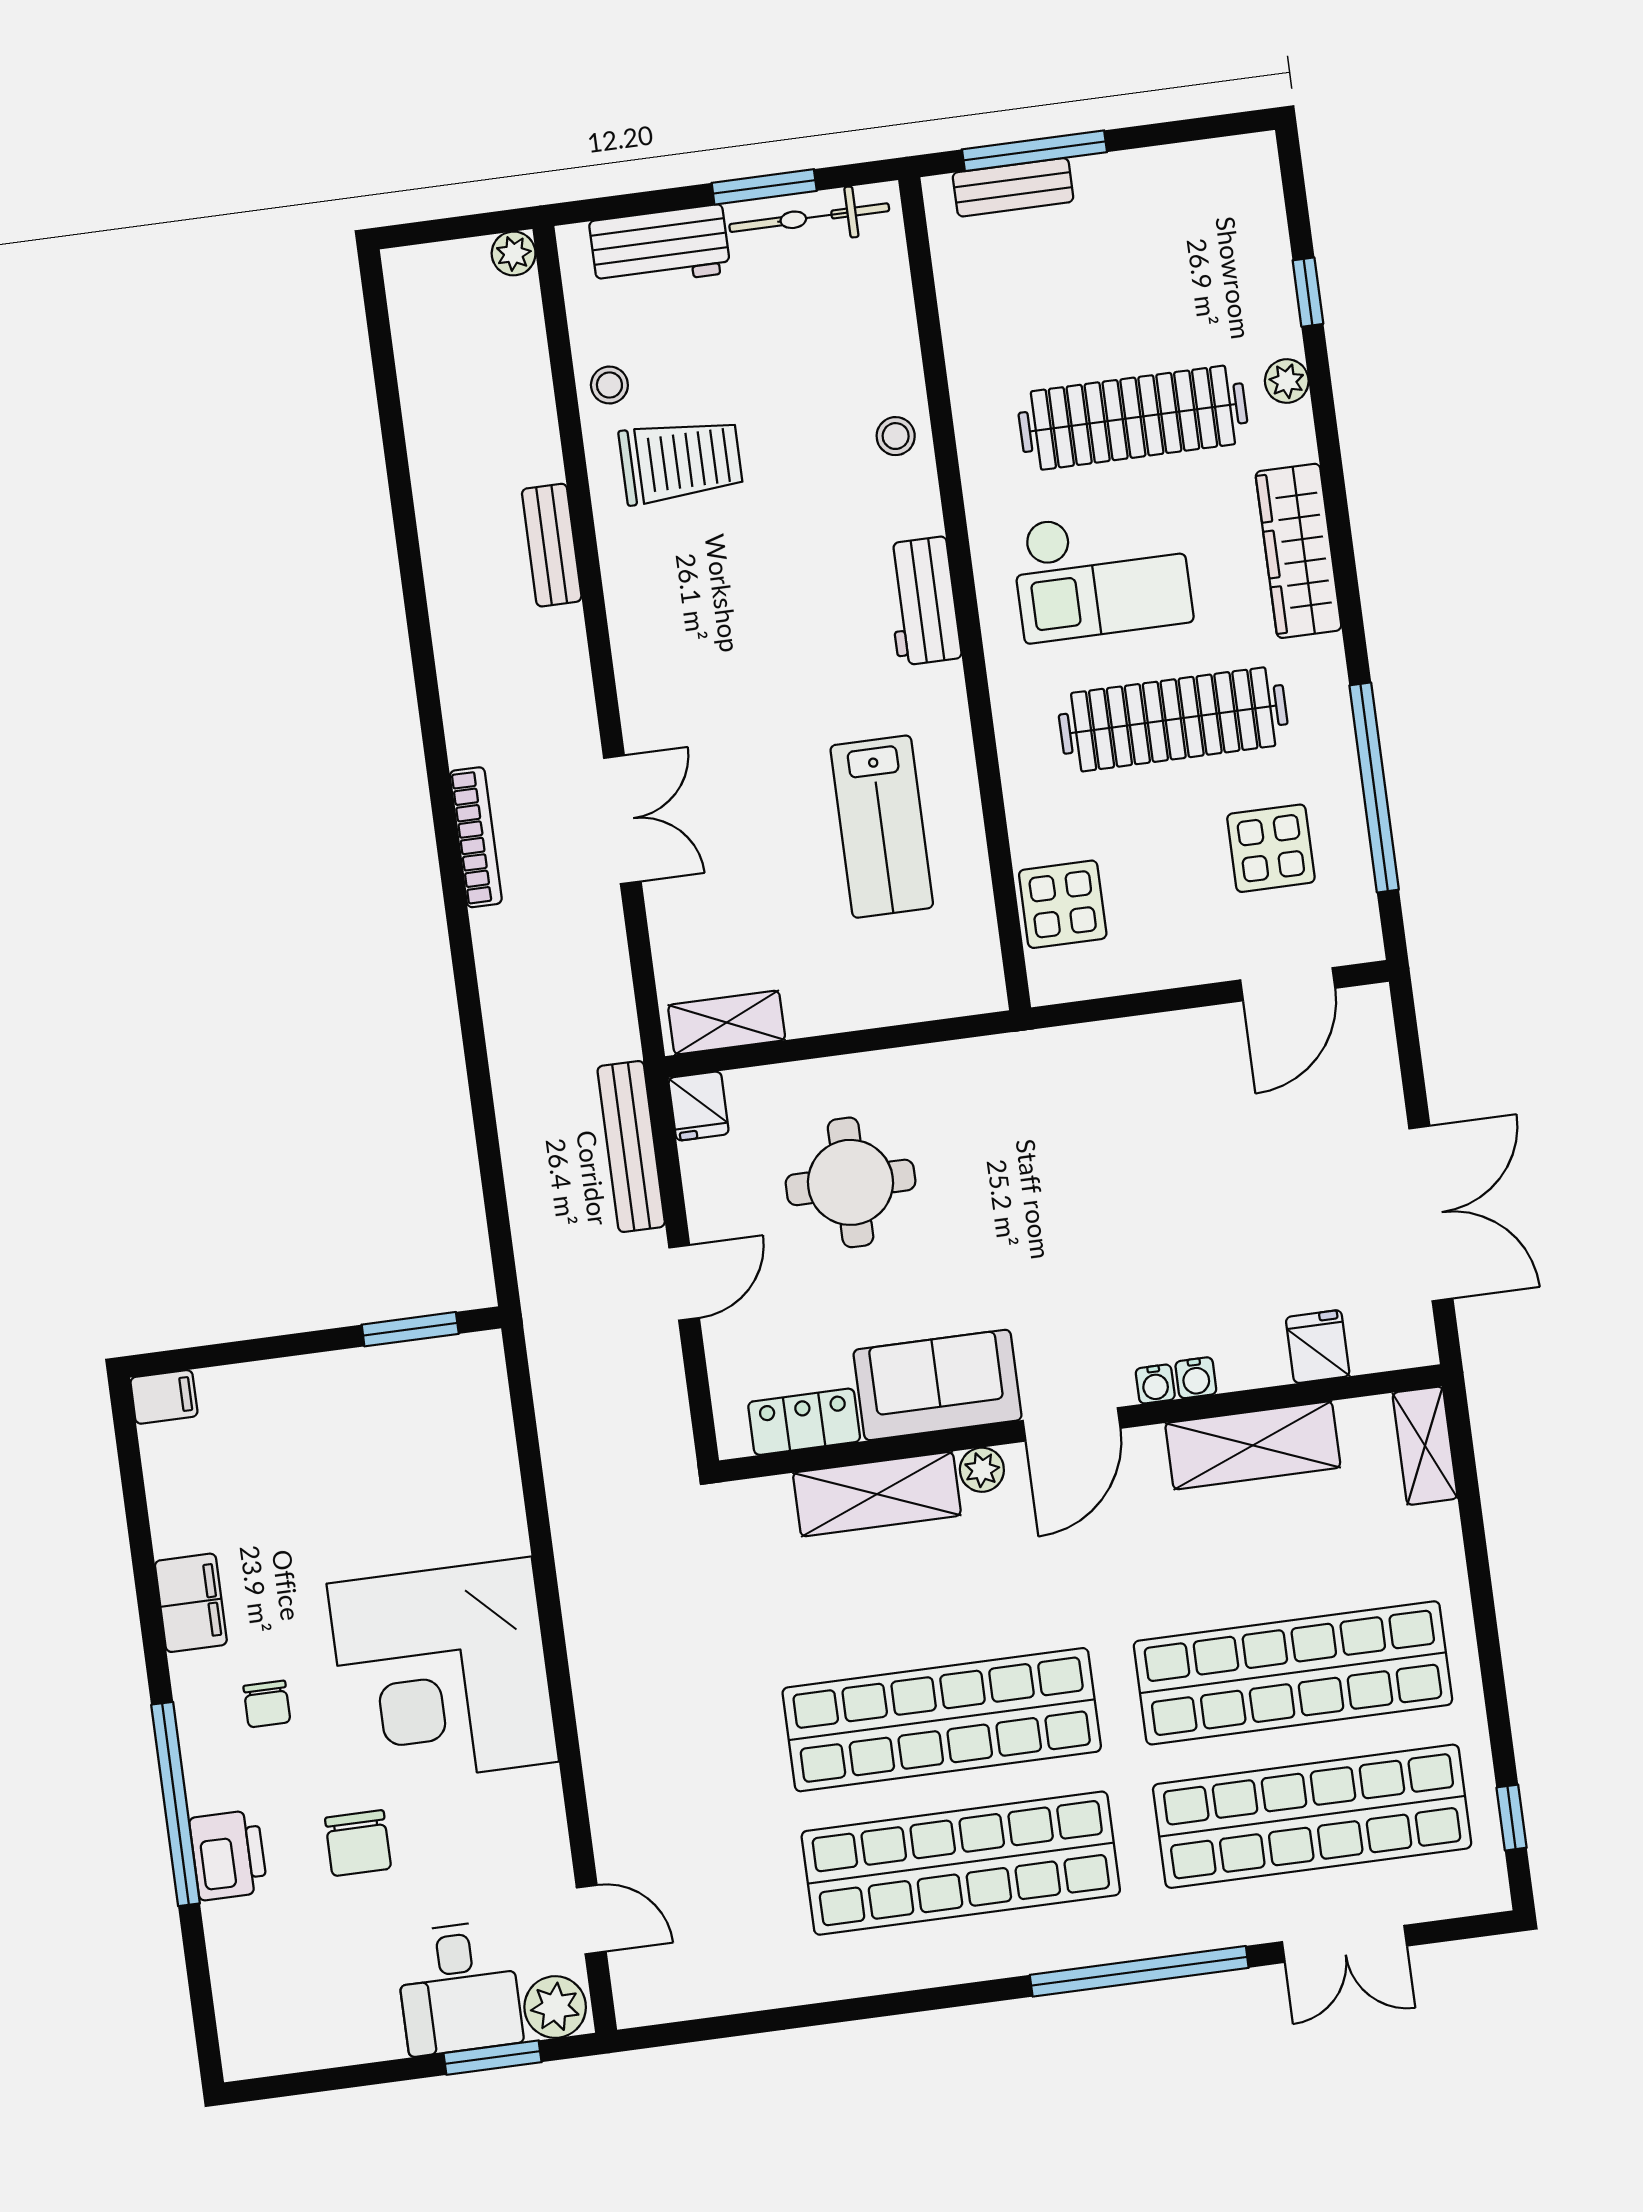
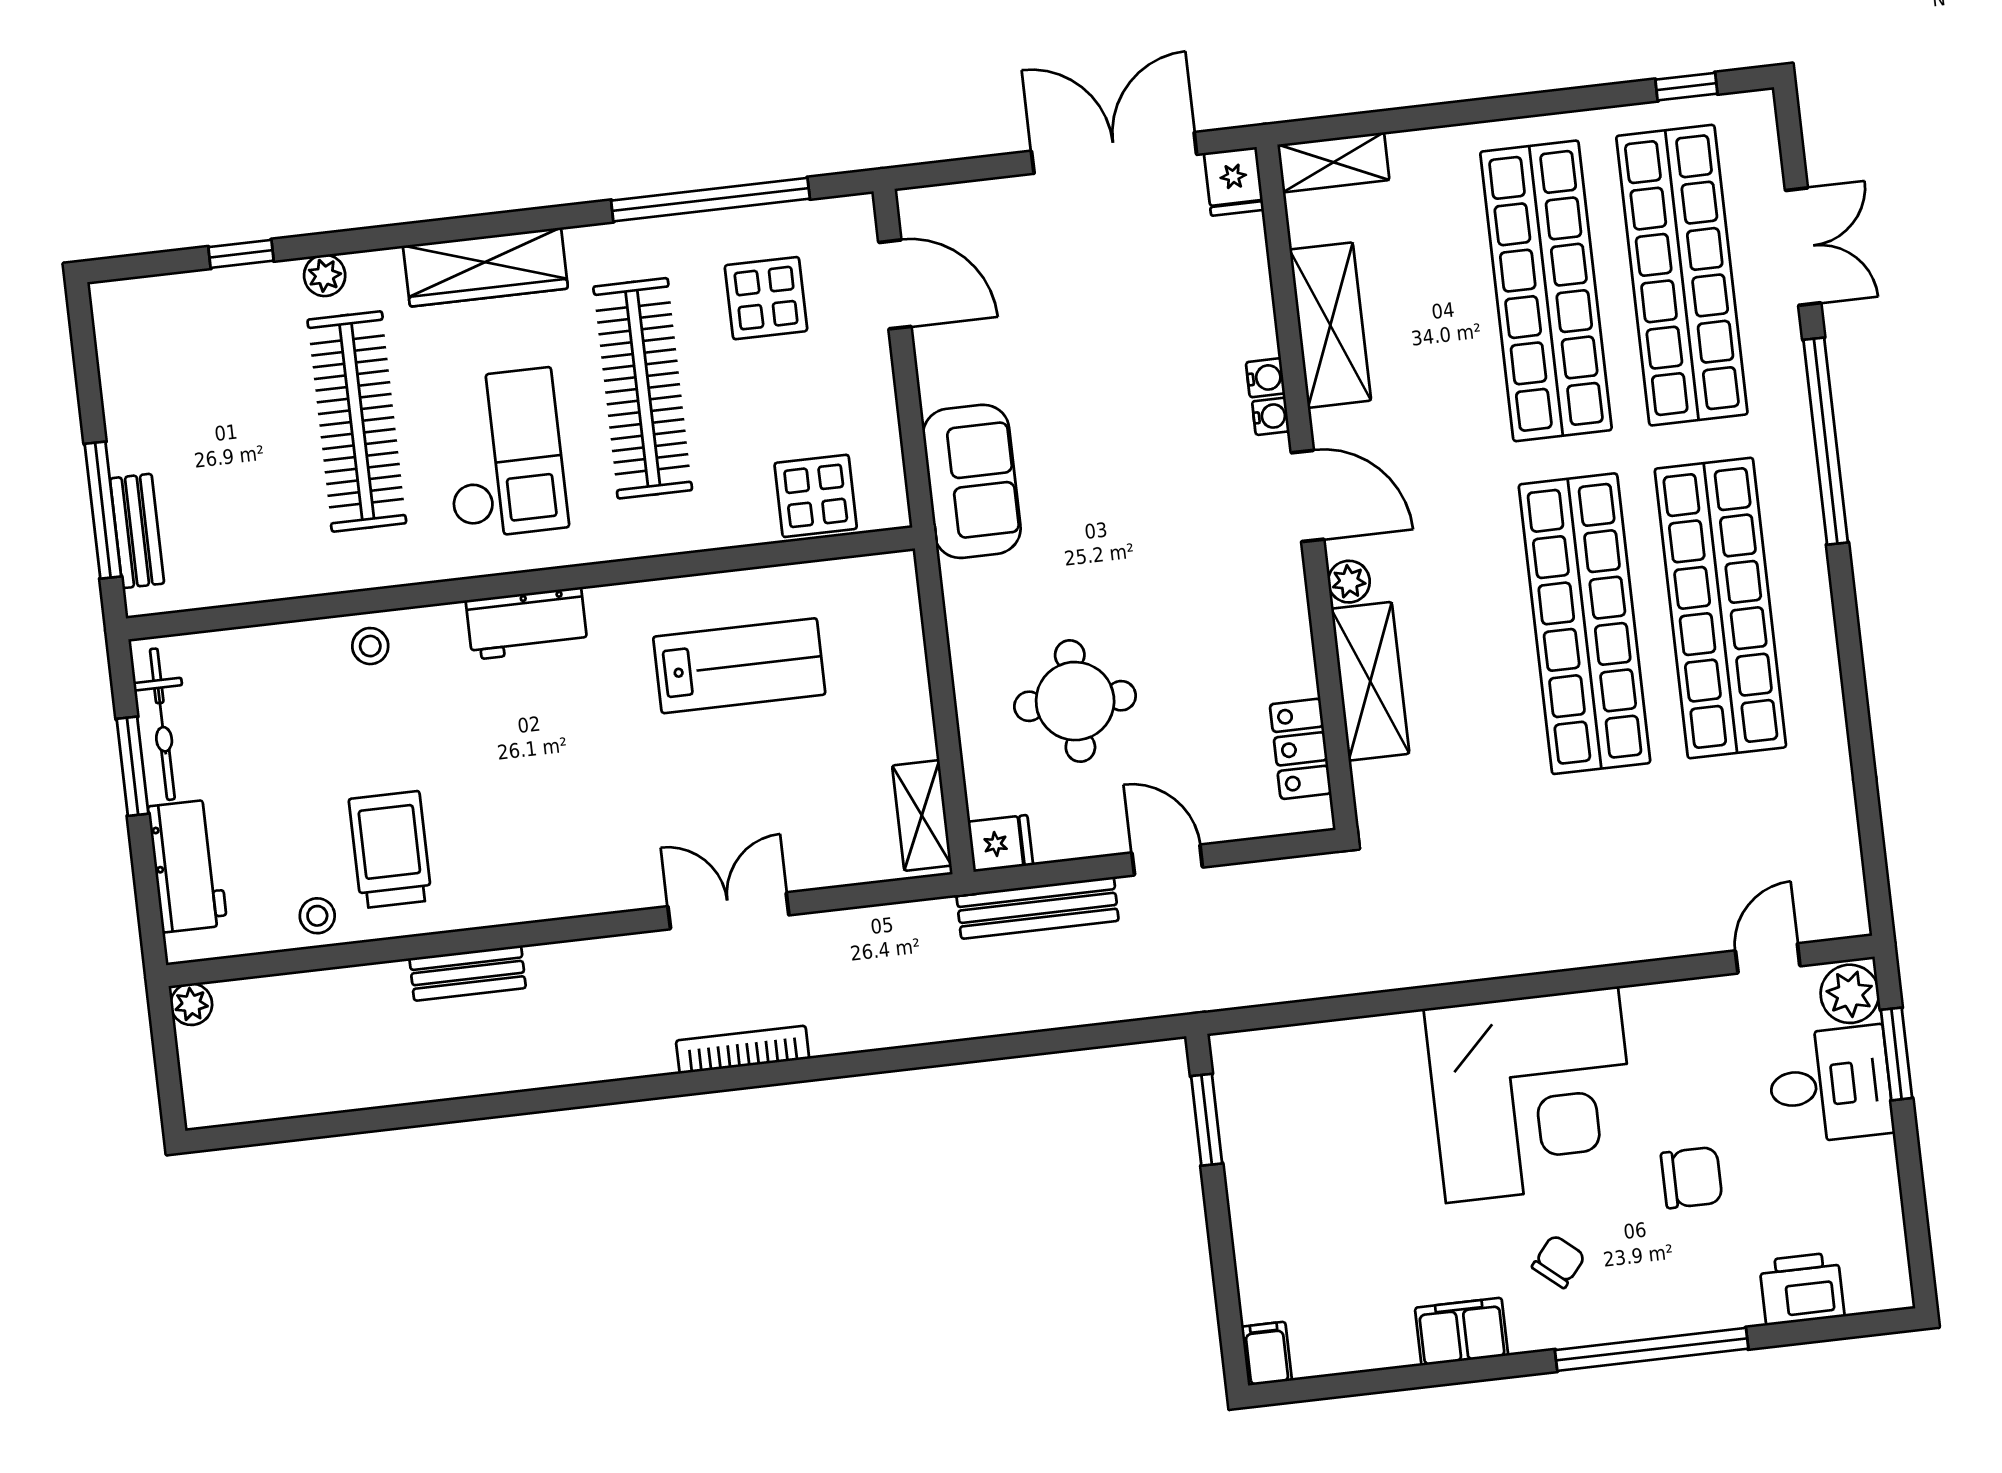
fridge: (1318, 1347) -> (1234, 181), moved, turned -90
sofa: (938, 1385) -> (972, 481), moved, turned 180
chair: (267, 1704) -> (1559, 1261), turned -50
printer: (228, 1855) -> (1802, 1289), moved

